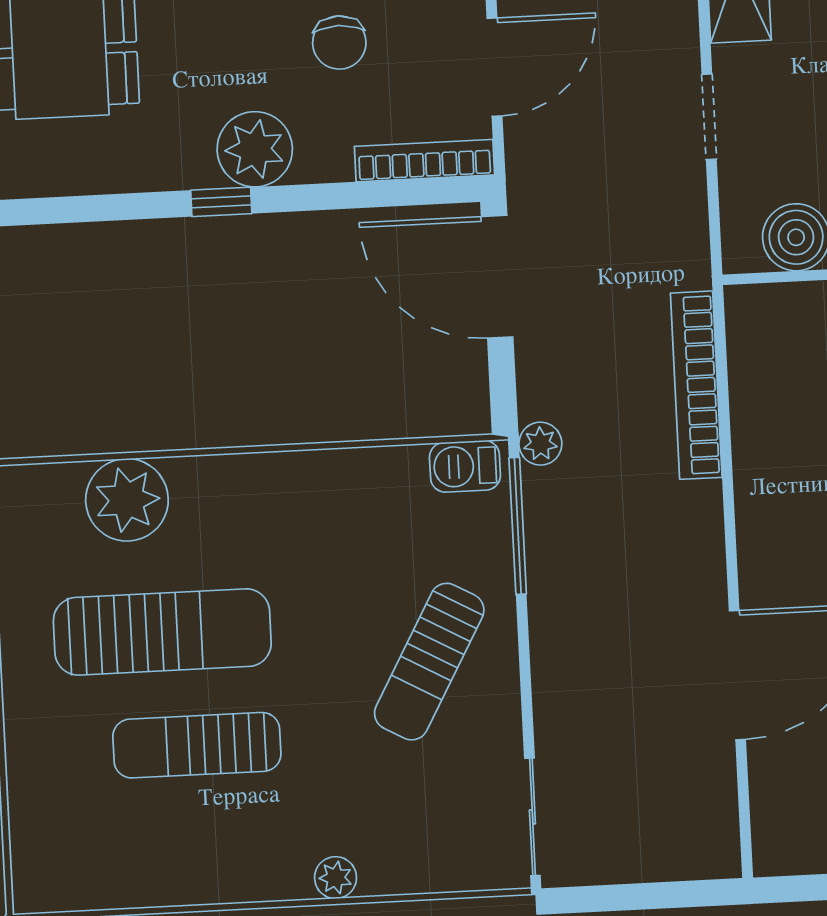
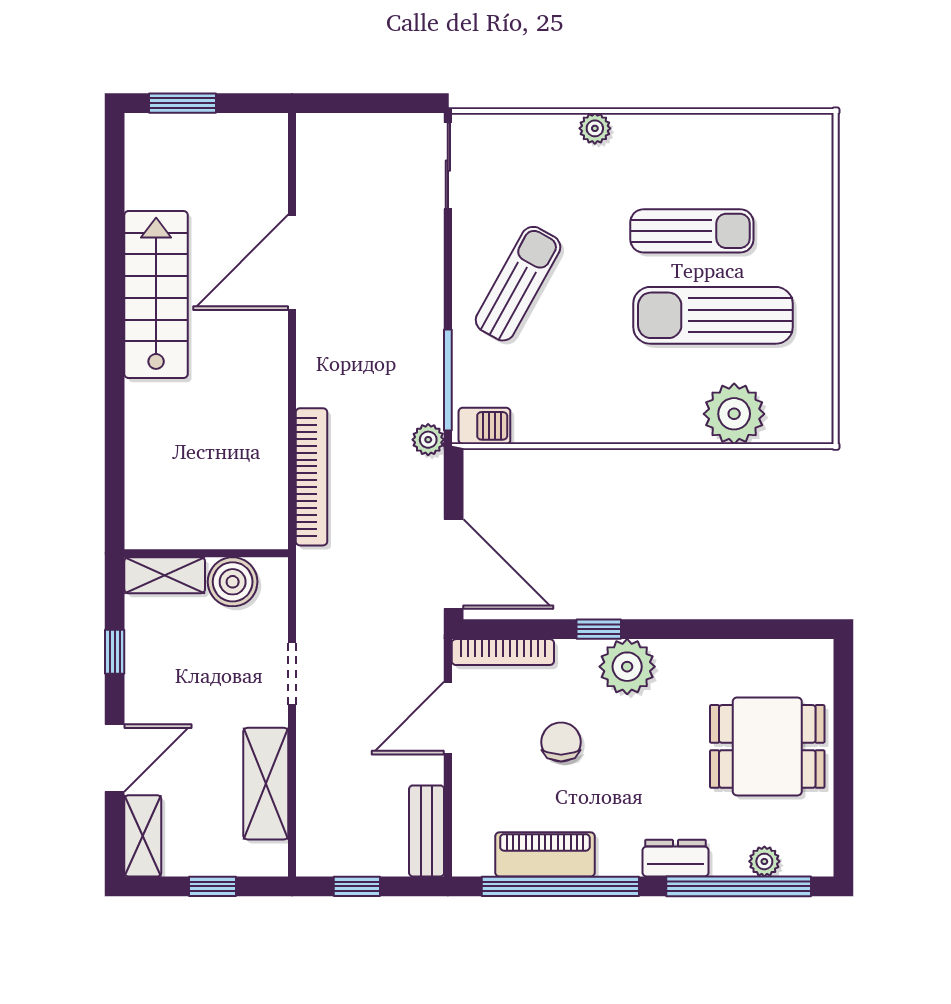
window: (221, 202) -> (599, 629), moved

